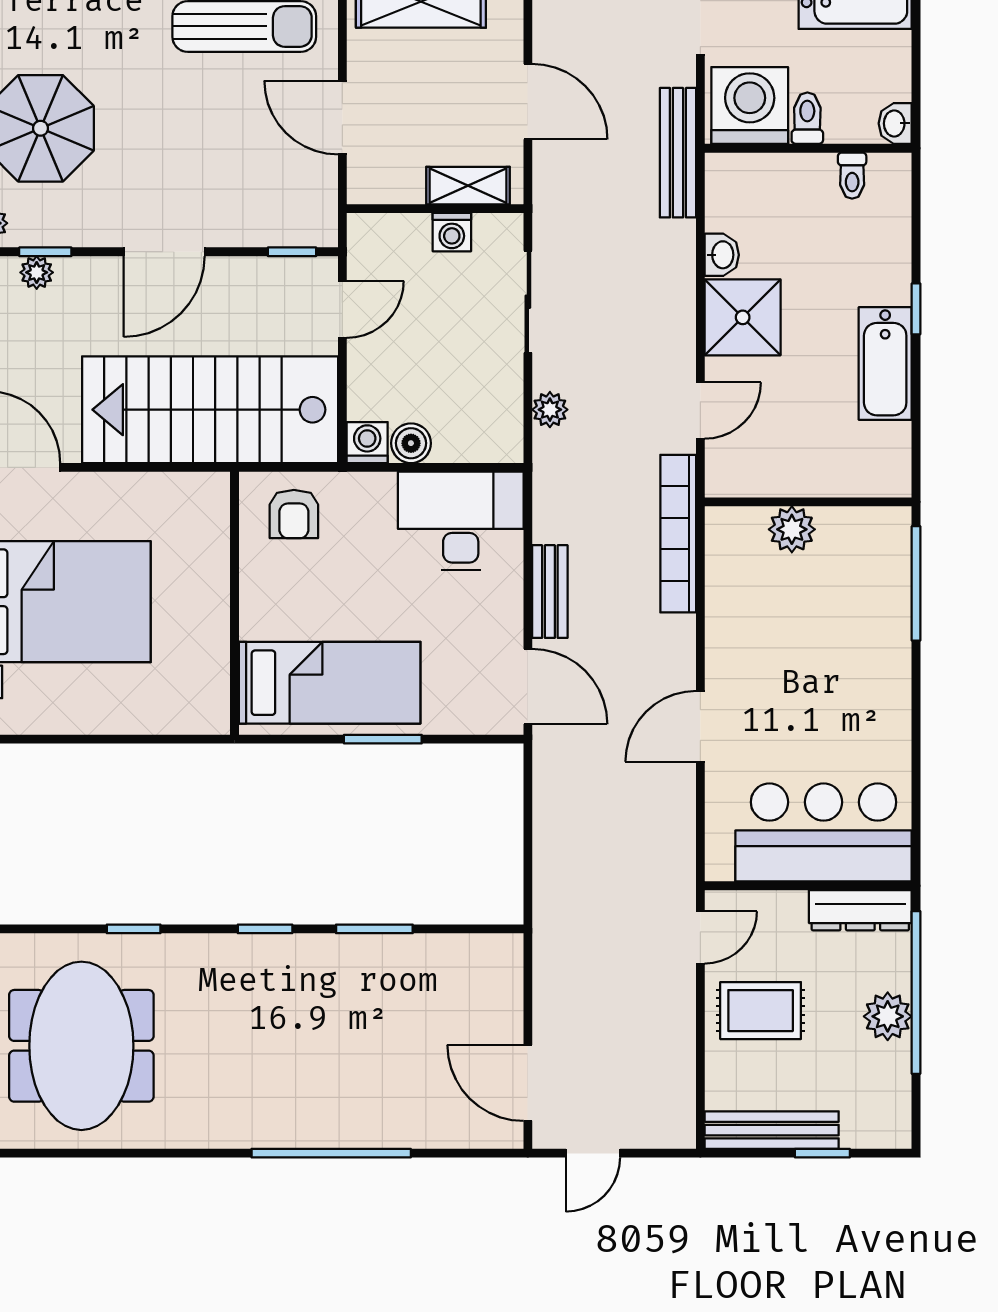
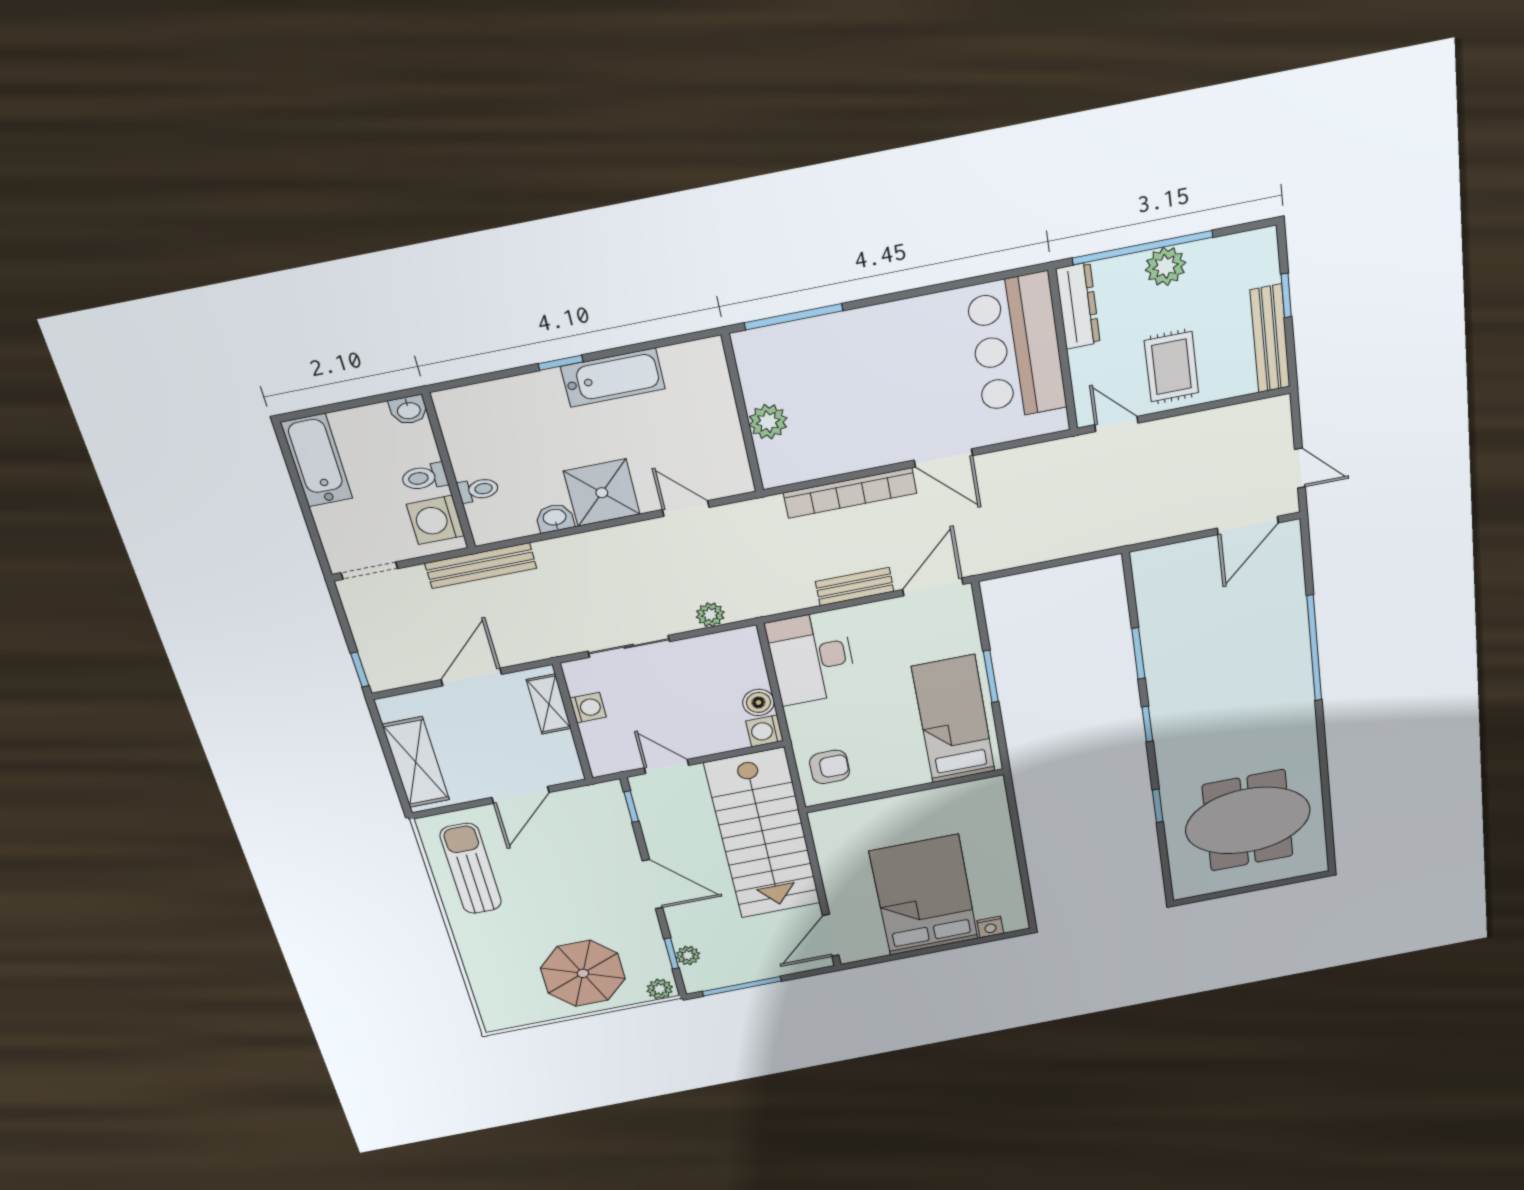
washing machine: (750, 106) -> (435, 520), width x0.73, depth x0.73
toilet: (852, 176) -> (478, 490), moved
bookcase: (678, 534) -> (850, 493), moved

